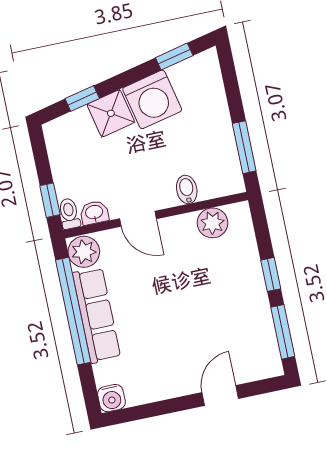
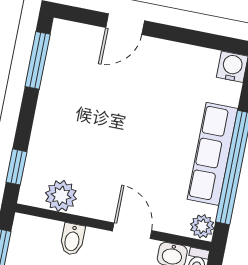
plant: (84, 252) -> (202, 226), width x0.73, depth x0.73
window: (271, 274) -> (16, 167), moved

